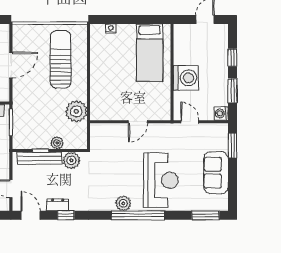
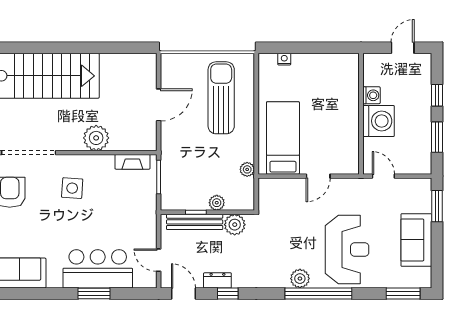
bed: (150, 53) -> (283, 138), moved, turned 180
plant: (76, 111) -> (247, 169), width x0.53, depth x0.53
washing machine: (221, 113) -> (371, 95), moved, turned 180

